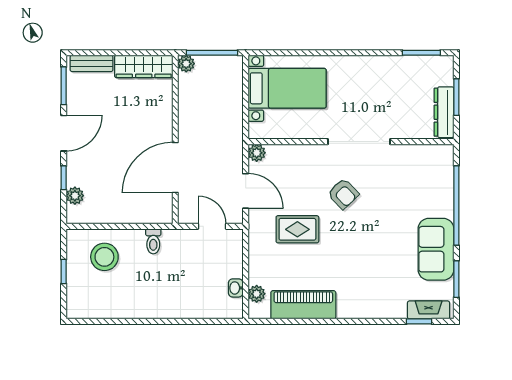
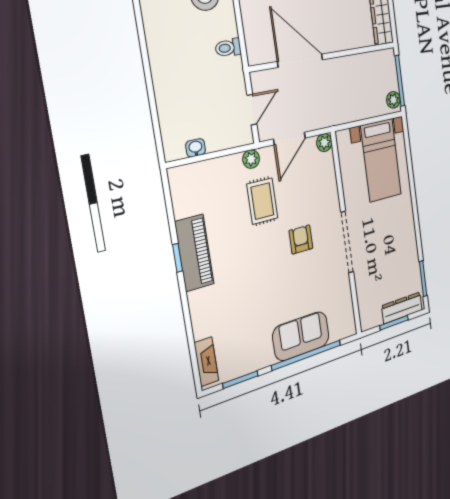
plant: (186, 64) -> (393, 100), moved
dresser: (444, 112) -> (402, 308), moved
armchair: (343, 194) -> (301, 239), turned 134
sofa: (436, 249) -> (301, 336), moved
plant: (257, 294) -> (251, 159), moved
piano: (303, 305) -> (194, 253), moved
window: (419, 321) -> (178, 258), moved

